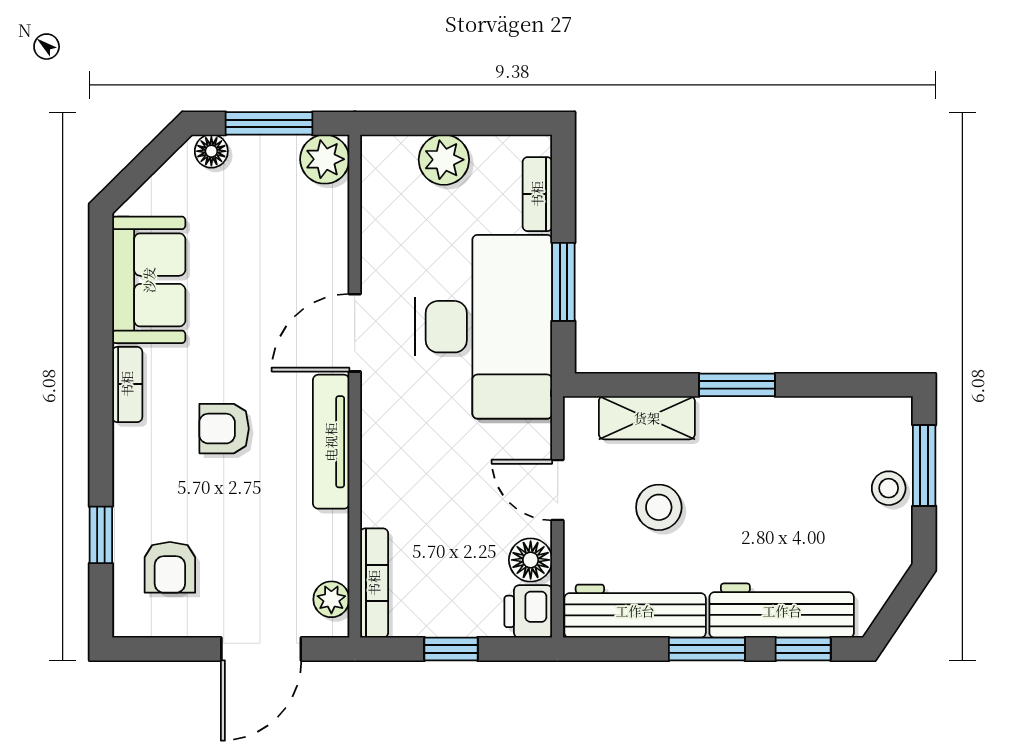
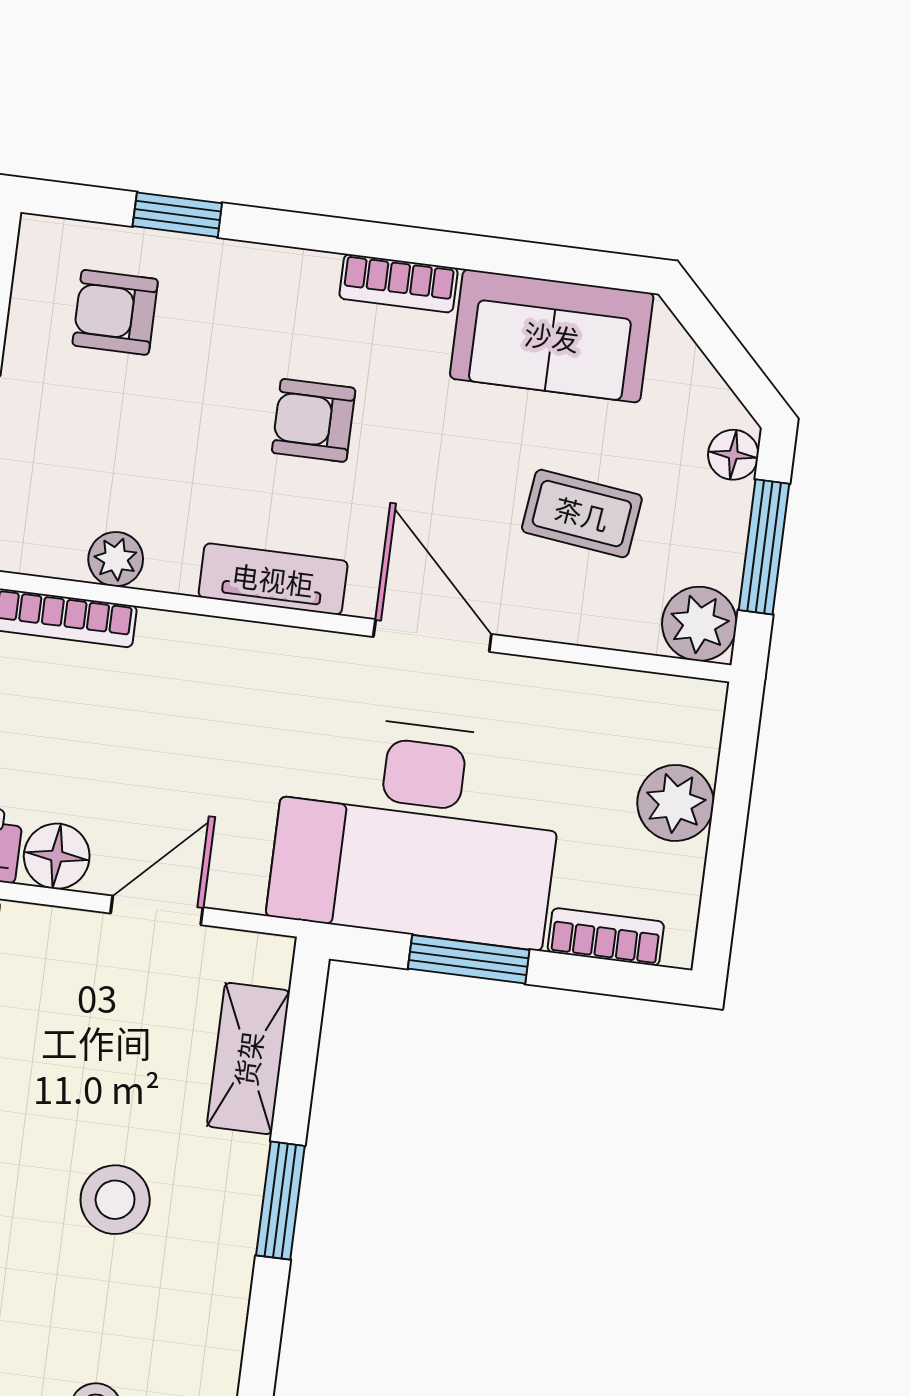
coffee table: (262, 245) -> (582, 513), added
armchair: (224, 429) -> (314, 420), turned -90
tv unit: (331, 442) -> (273, 579), width x0.71
stool: (659, 507) -> (115, 1200), moved
plant: (331, 599) -> (116, 559), moved

